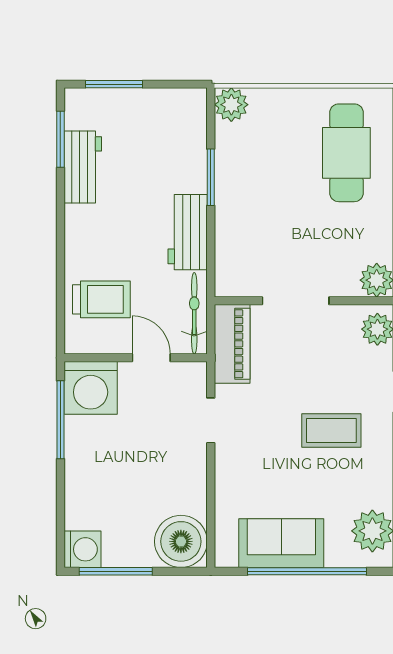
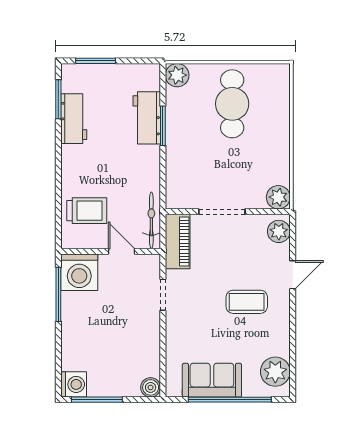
cafe table: (346, 153) -> (232, 104), moved
workbench: (188, 232) -> (147, 118), moved
boiler: (181, 541) -> (151, 387), width x0.54, depth x0.54

